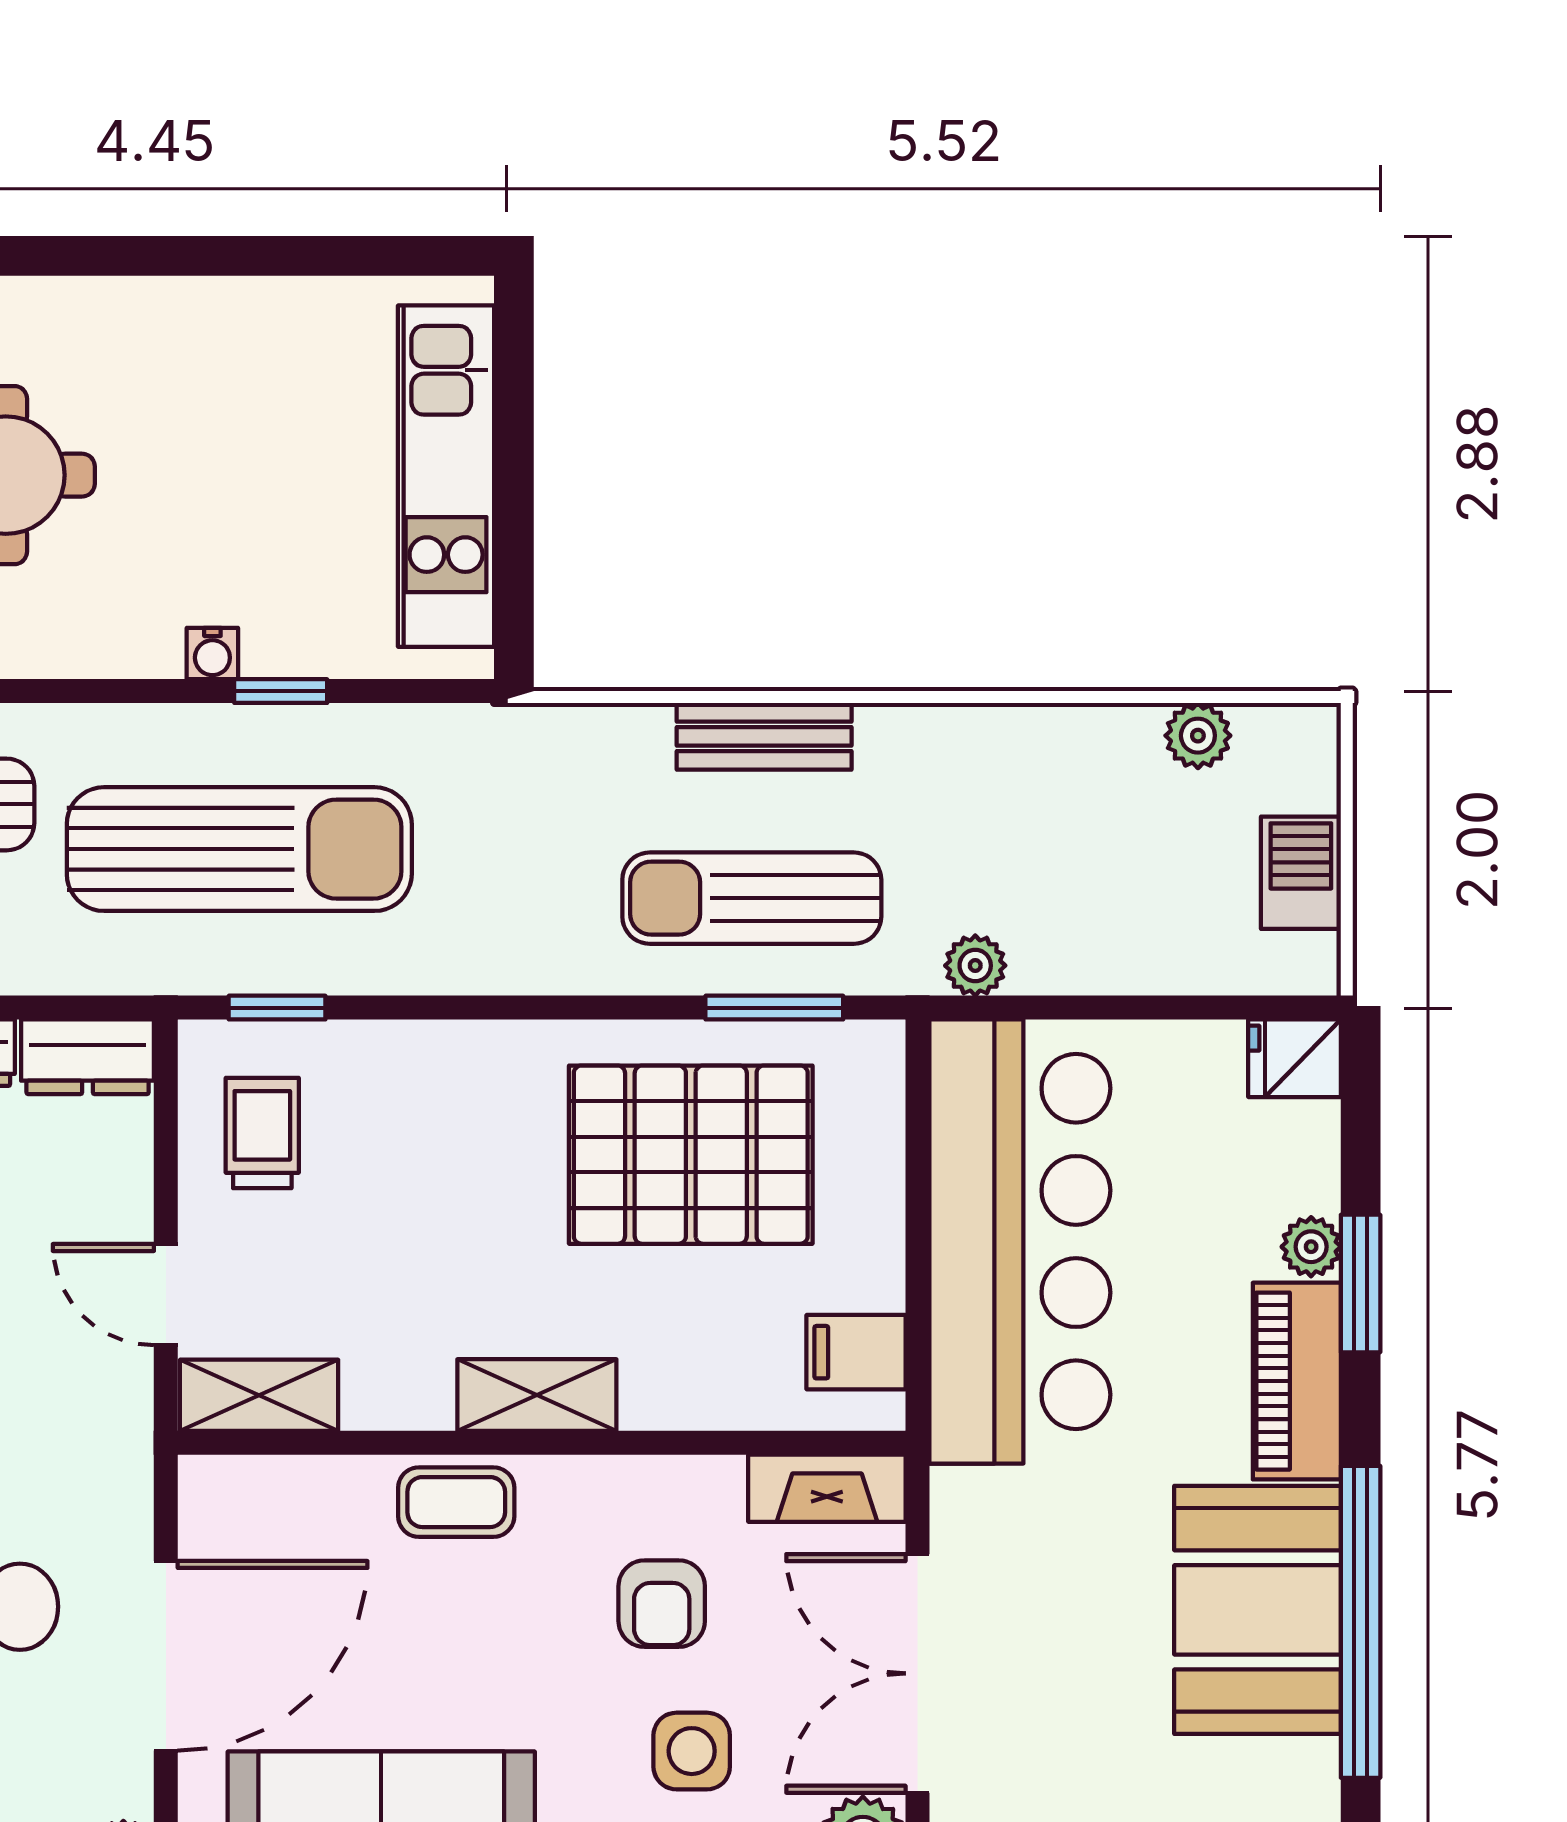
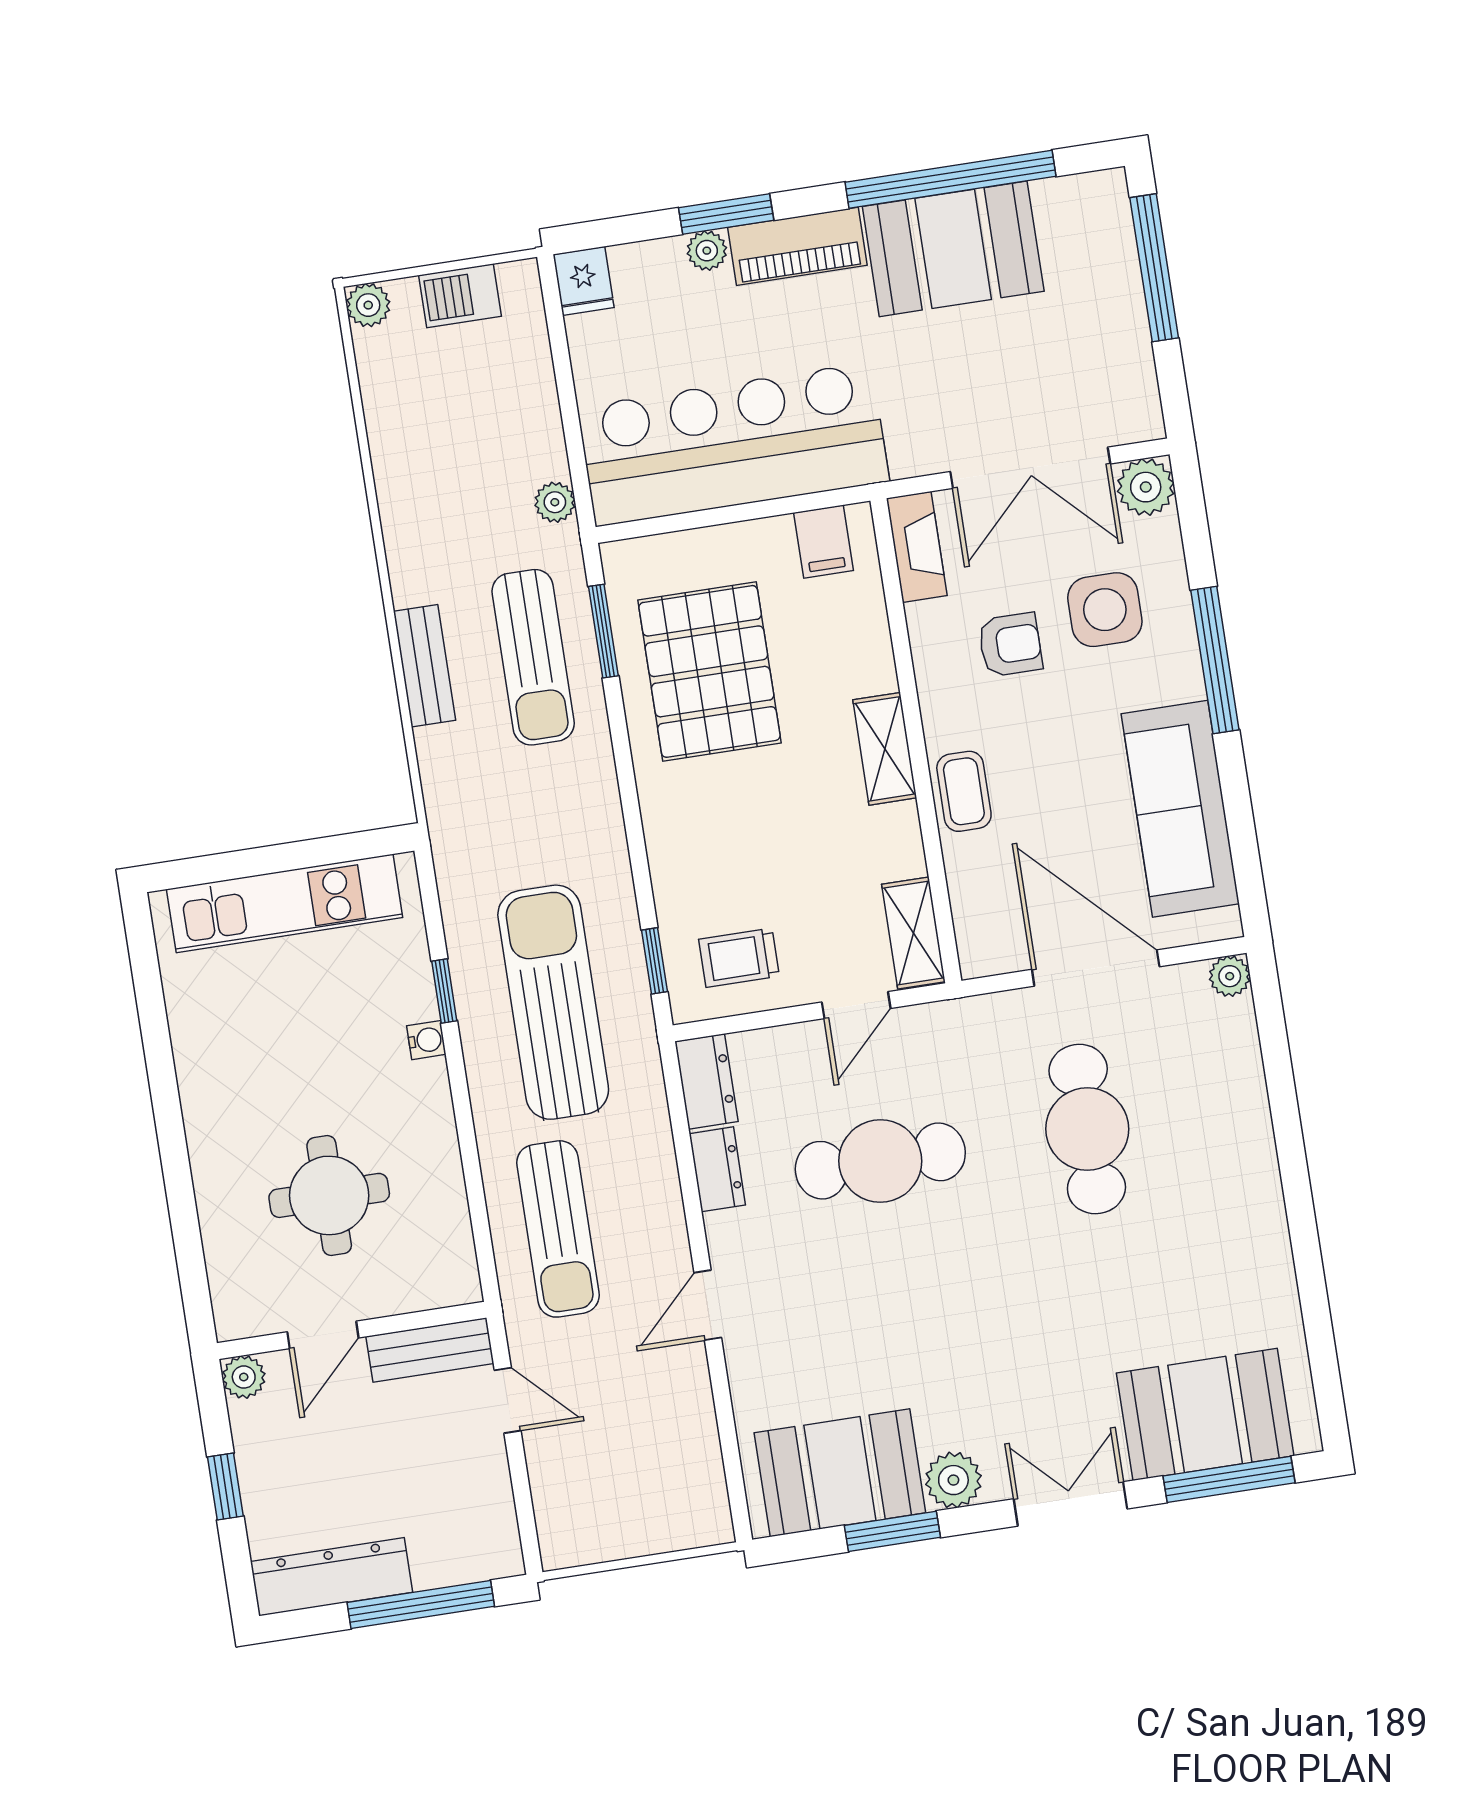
plant: (1198, 736) -> (368, 305), moved
side table: (692, 1751) -> (1105, 610), width x1.37, depth x1.37

